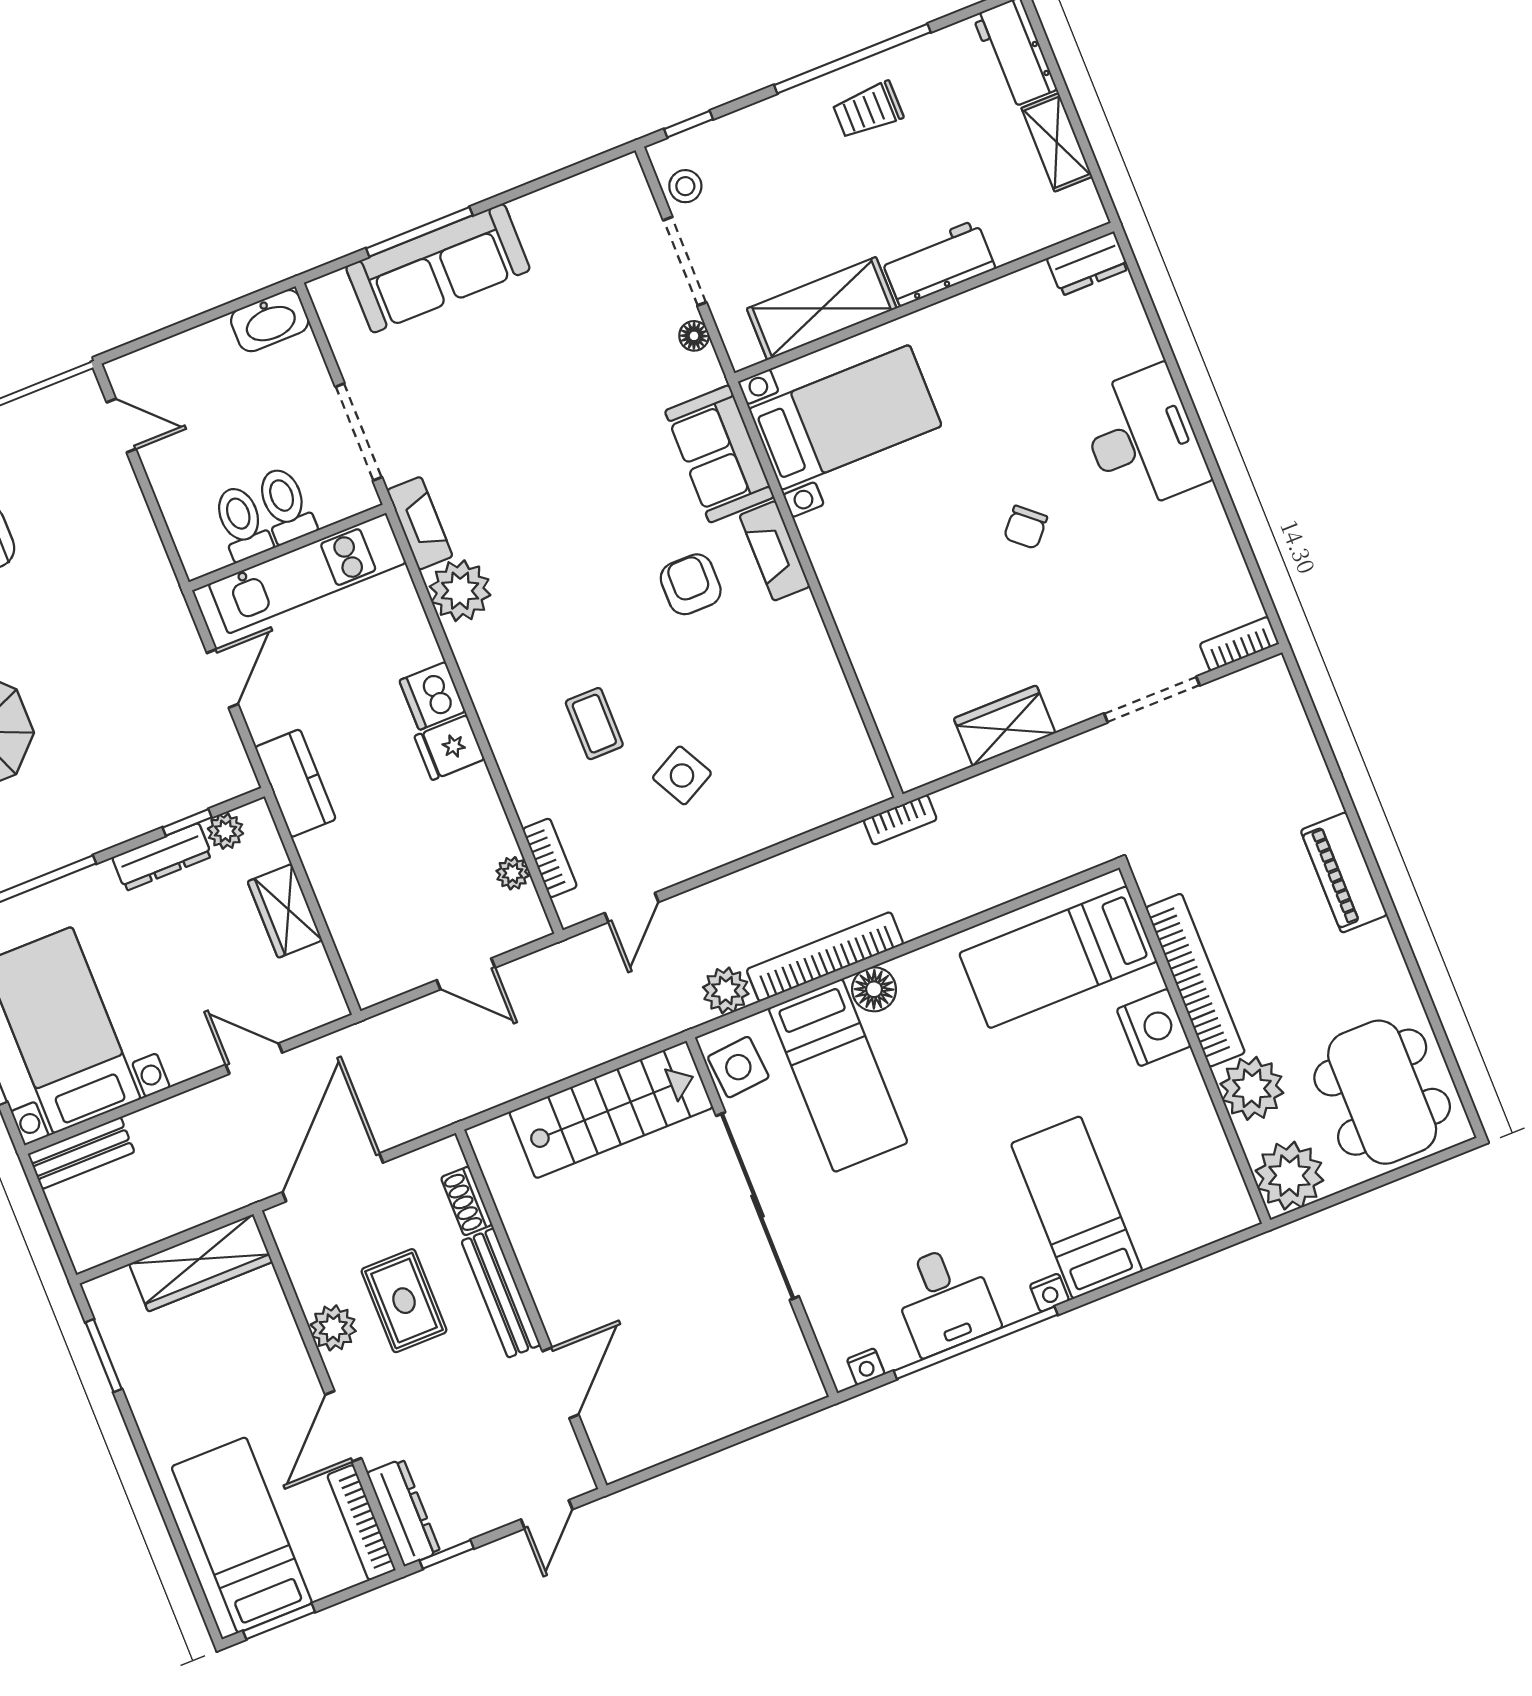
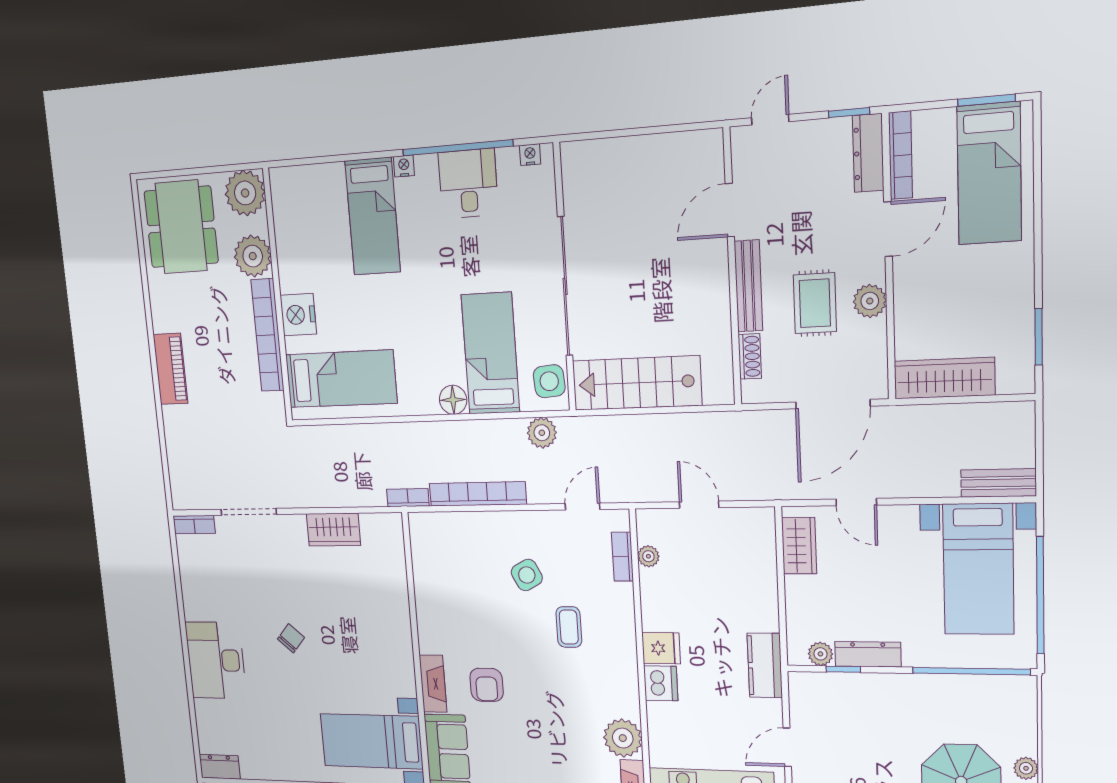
wardrobe: (285, 911) -> (799, 546), moved
bookcase: (825, 957) -> (478, 494), moved, turned 180

